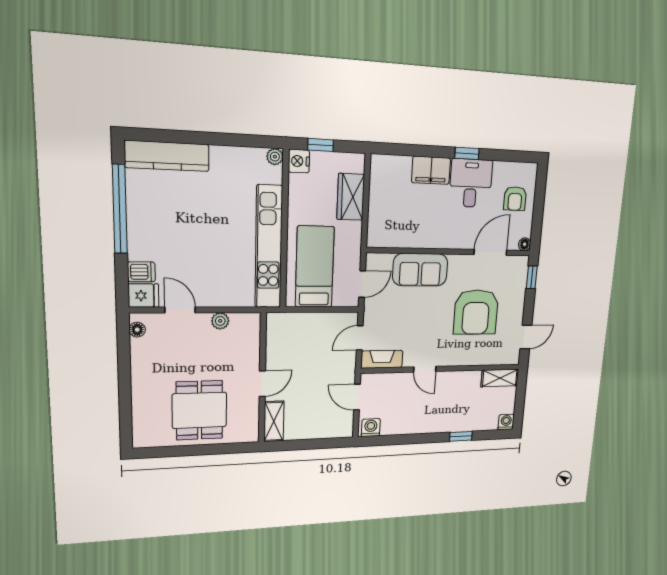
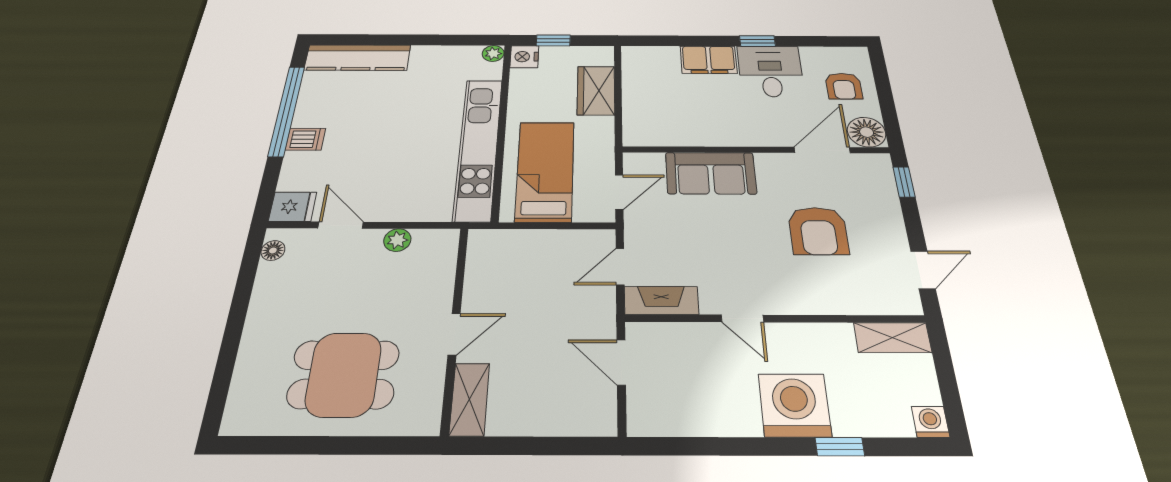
floor lamp: (525, 244) -> (867, 132), width x1.89, depth x1.89
dishwasher: (141, 272) -> (305, 139), moved
armchair: (476, 312) -> (818, 231), width x0.73, depth x0.73
dining table: (199, 410) -> (344, 374), turned 90
washing machine: (371, 428) -> (795, 405), moved, width x1.89, depth x1.89

